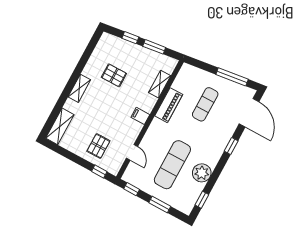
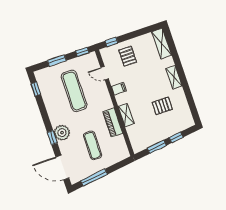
shelving: (160, 84) -> (126, 115), moved
filing cabinet: (140, 116) -> (119, 89), moved
plant: (202, 173) -> (62, 133), moved

